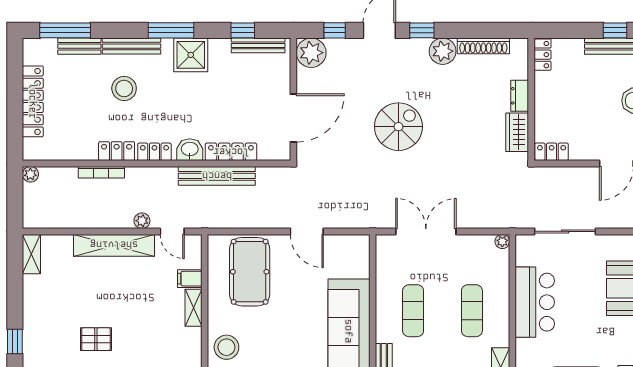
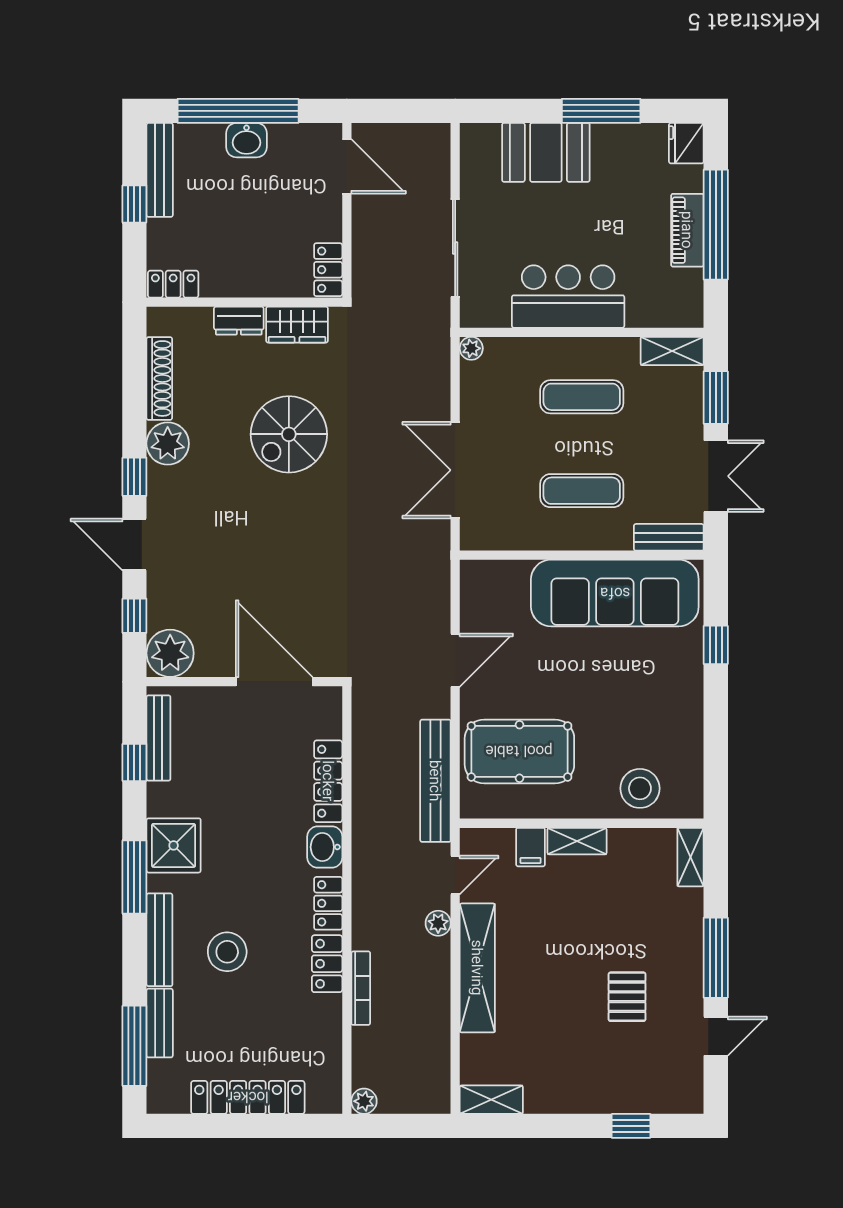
window: (615, 30) -> (134, 204), moved
spiral stairs: (398, 127) -> (289, 434), moved, turned -90
bench: (217, 176) -> (435, 781), moved

